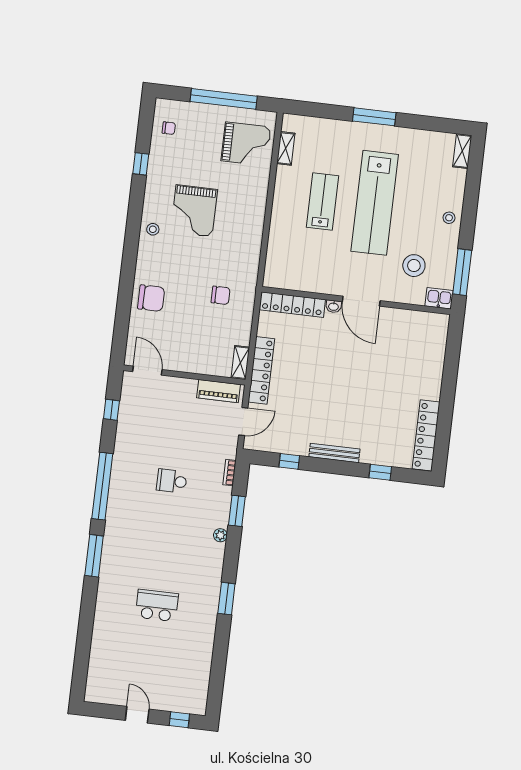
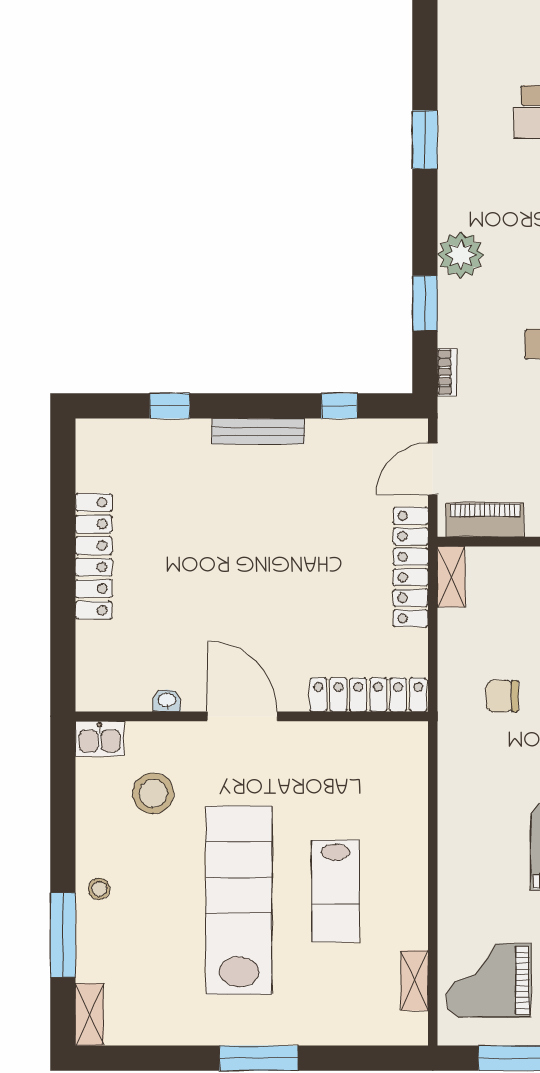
window: (462, 272) -> (63, 935), moved
washbasin: (333, 306) -> (167, 701), moved
locker: (426, 435) -> (94, 556), moved
plant: (220, 535) -> (461, 255), width x1.88, depth x1.88

